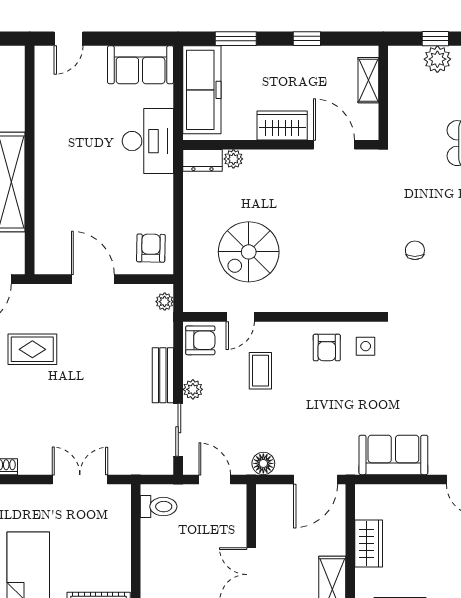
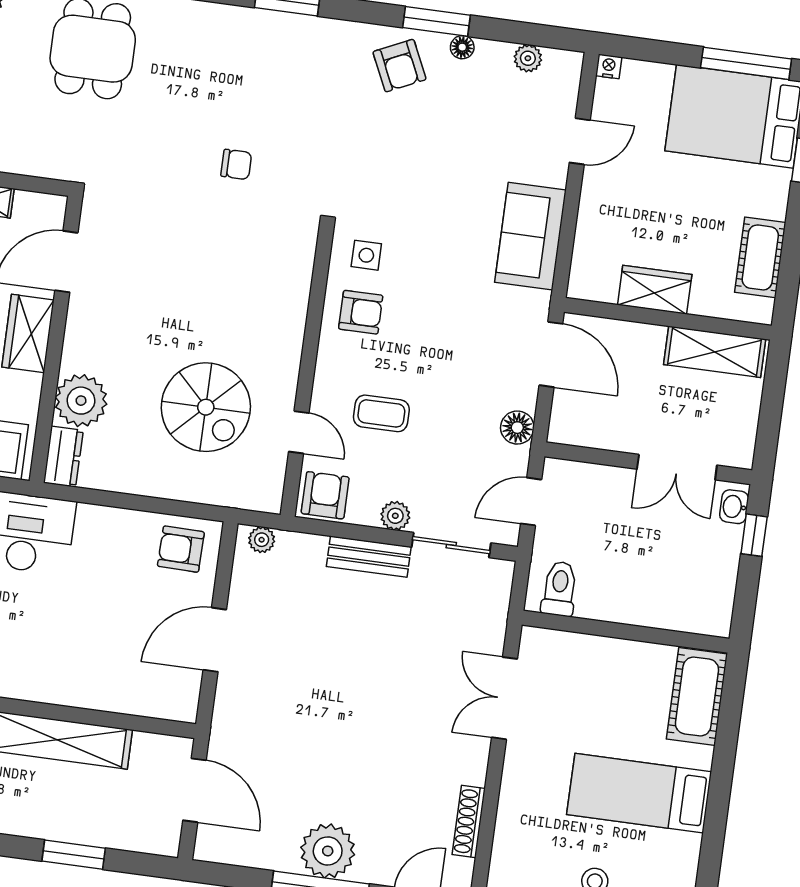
plant: (233, 159) -> (81, 401), width x1.88, depth x1.88
chair: (415, 250) -> (236, 164), turned 180
rug: (32, 349) -> (305, 742), removed

